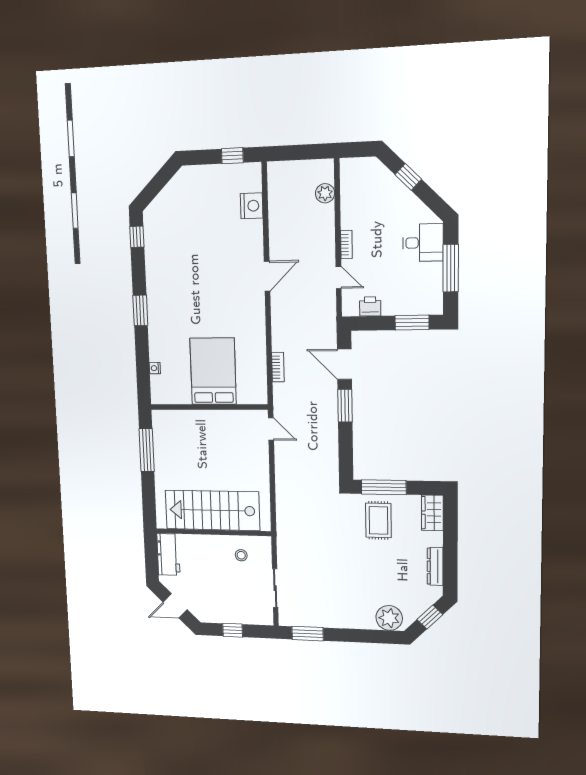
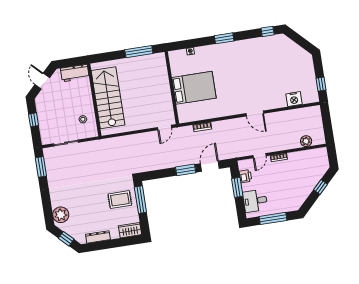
desk: (423, 243) -> (255, 201), moved, turned 90
window: (412, 323) -> (237, 187), moved

